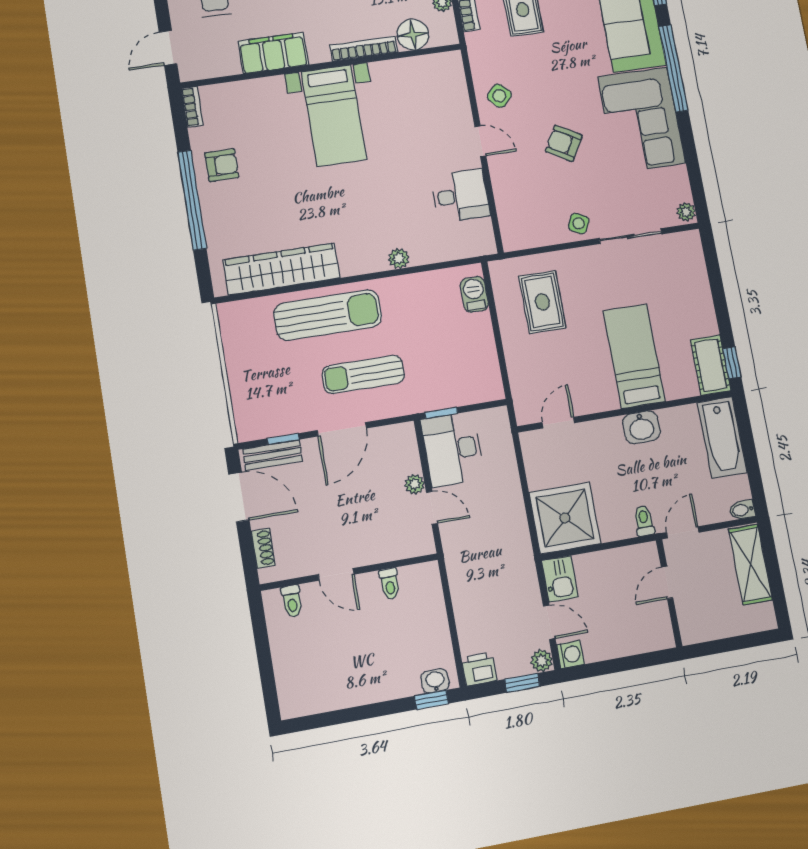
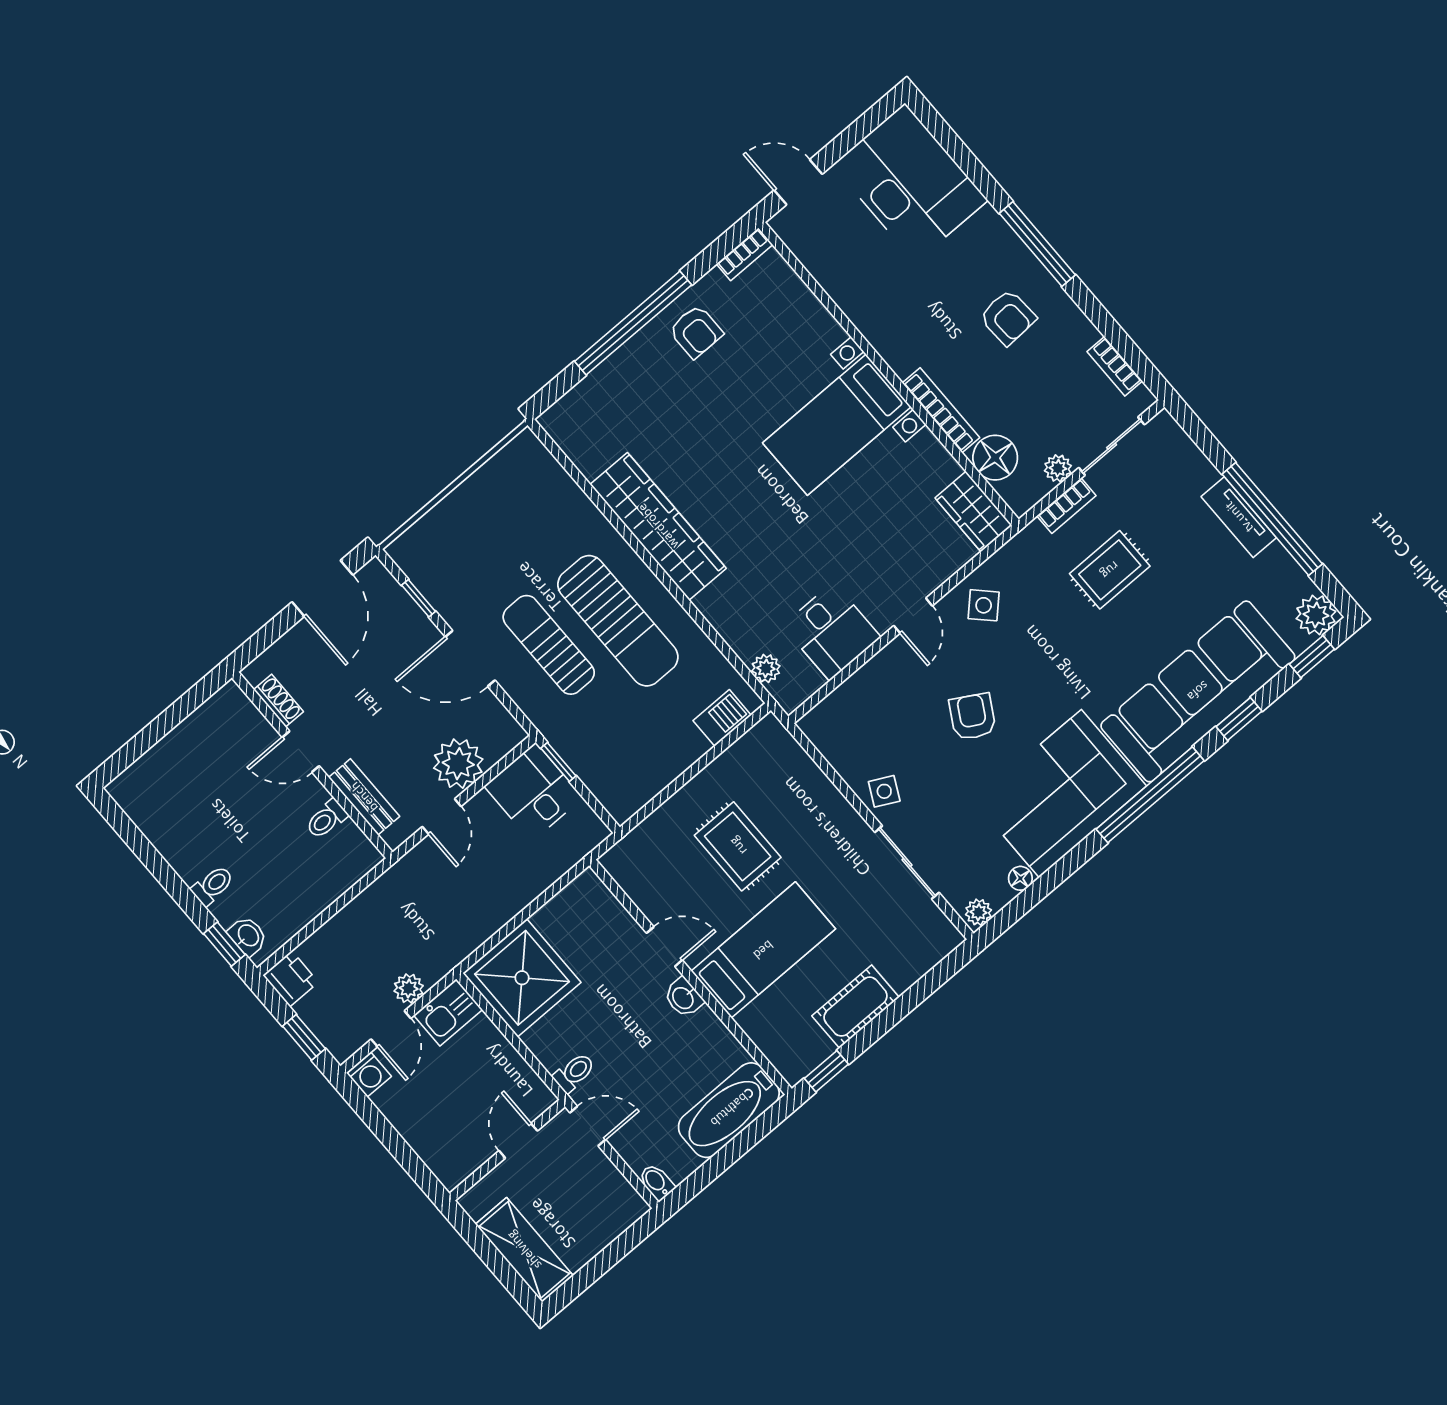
filing cabinet: (273, 53) -> (869, 308), removed
wardrobe: (438, 67) -> (974, 512), added
floor lamp: (680, 175) -> (1020, 878), added
plant: (399, 259) -> (766, 668), moved
wardrobe: (281, 269) -> (658, 526), moved
rug: (542, 302) -> (738, 846), moved, turned 90
sun lounger: (328, 315) -> (618, 621), moved
cot: (711, 365) -> (856, 1007), moved
door: (558, 423) -> (664, 947), moved
washbasin: (641, 427) -> (683, 998), width x0.72, depth x0.69
desk: (453, 449) -> (534, 792), width x0.73
bench: (273, 455) -> (364, 797), moved
plant: (415, 484) -> (458, 764), width x1.88, depth x1.88
shoe rack: (263, 548) -> (279, 701), moved, turned -90
shelving: (750, 565) -> (524, 1250), moved, turned 90
door: (336, 574) -> (301, 752), hinge flipped
door: (667, 583) -> (518, 1141), hinge flipped
toilet: (292, 601) -> (213, 885), moved, turned 180
plant: (542, 661) -> (409, 988), moved

